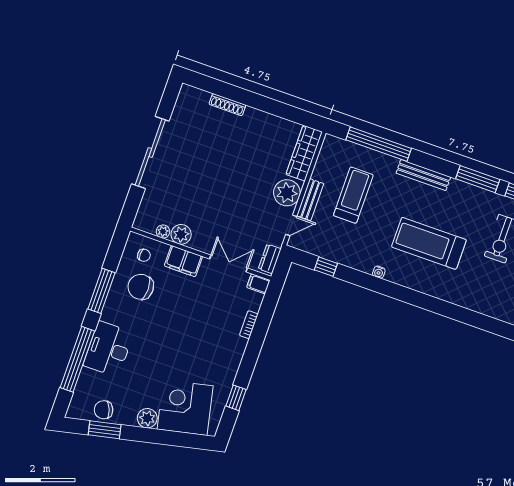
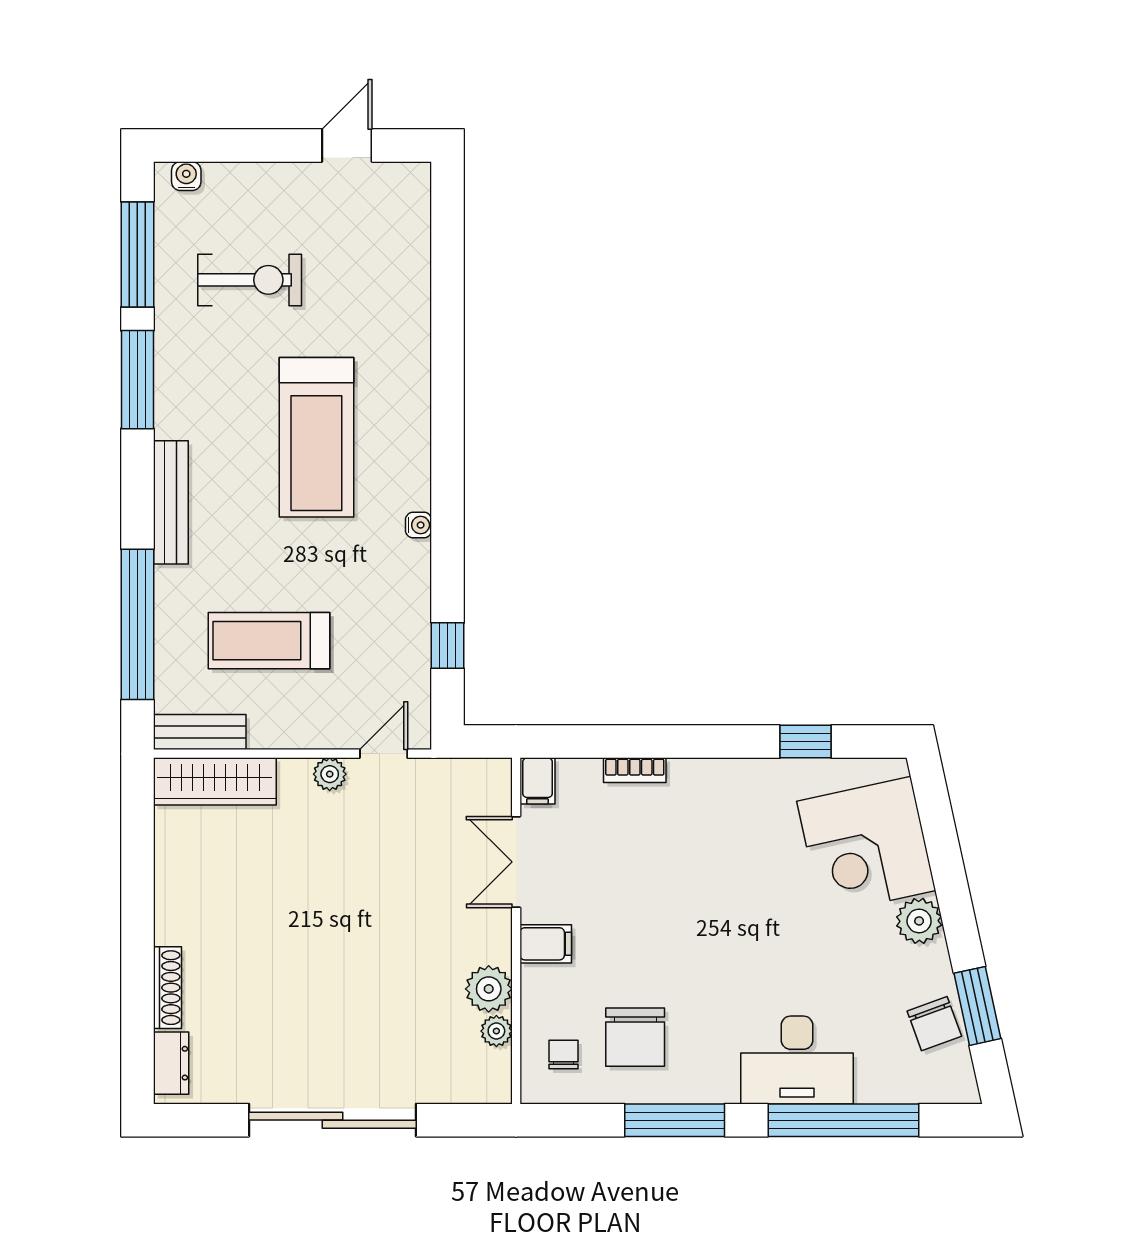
plant: (287, 193) -> (330, 774), width x0.53, depth x0.53
bench: (310, 200) -> (200, 732), moved
door: (291, 225) -> (384, 754), hinge flipped
dresser: (270, 259) -> (171, 1063), moved, turned -90
filing cabinet: (183, 261) -> (546, 944), width x0.50

